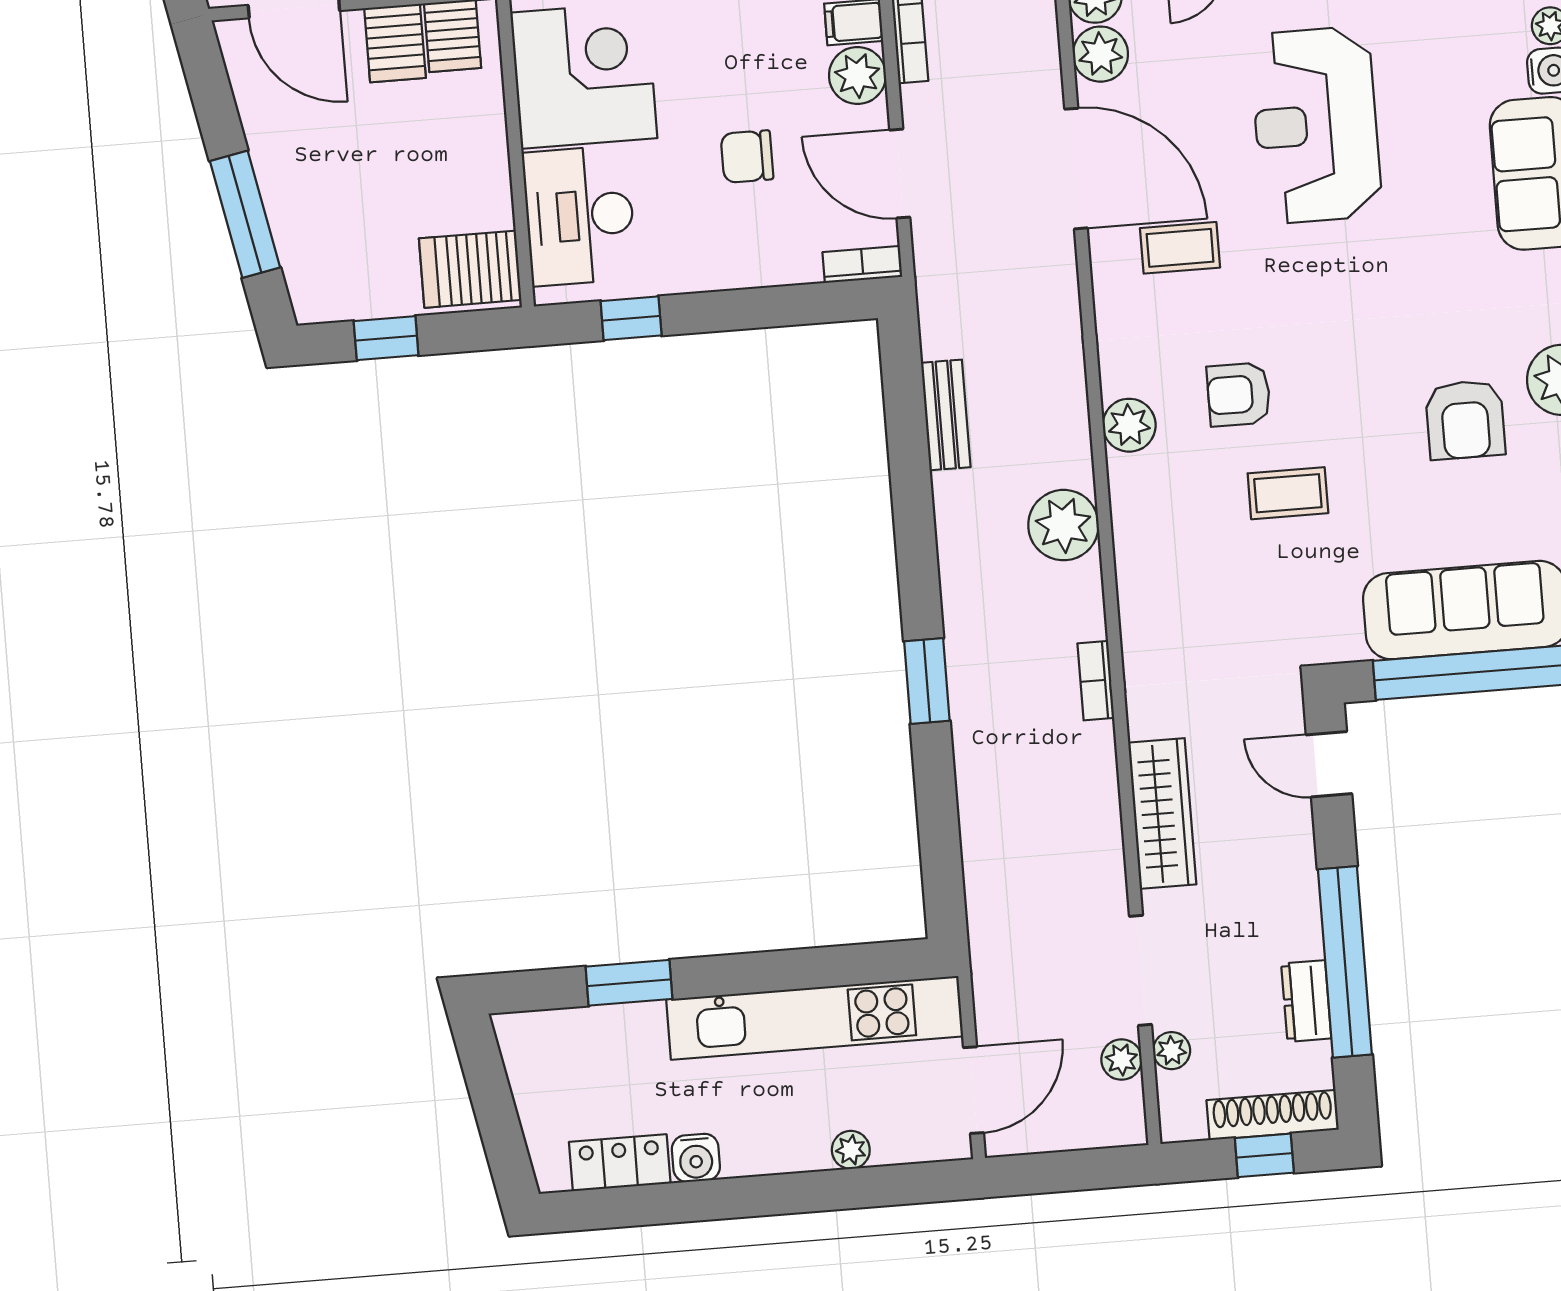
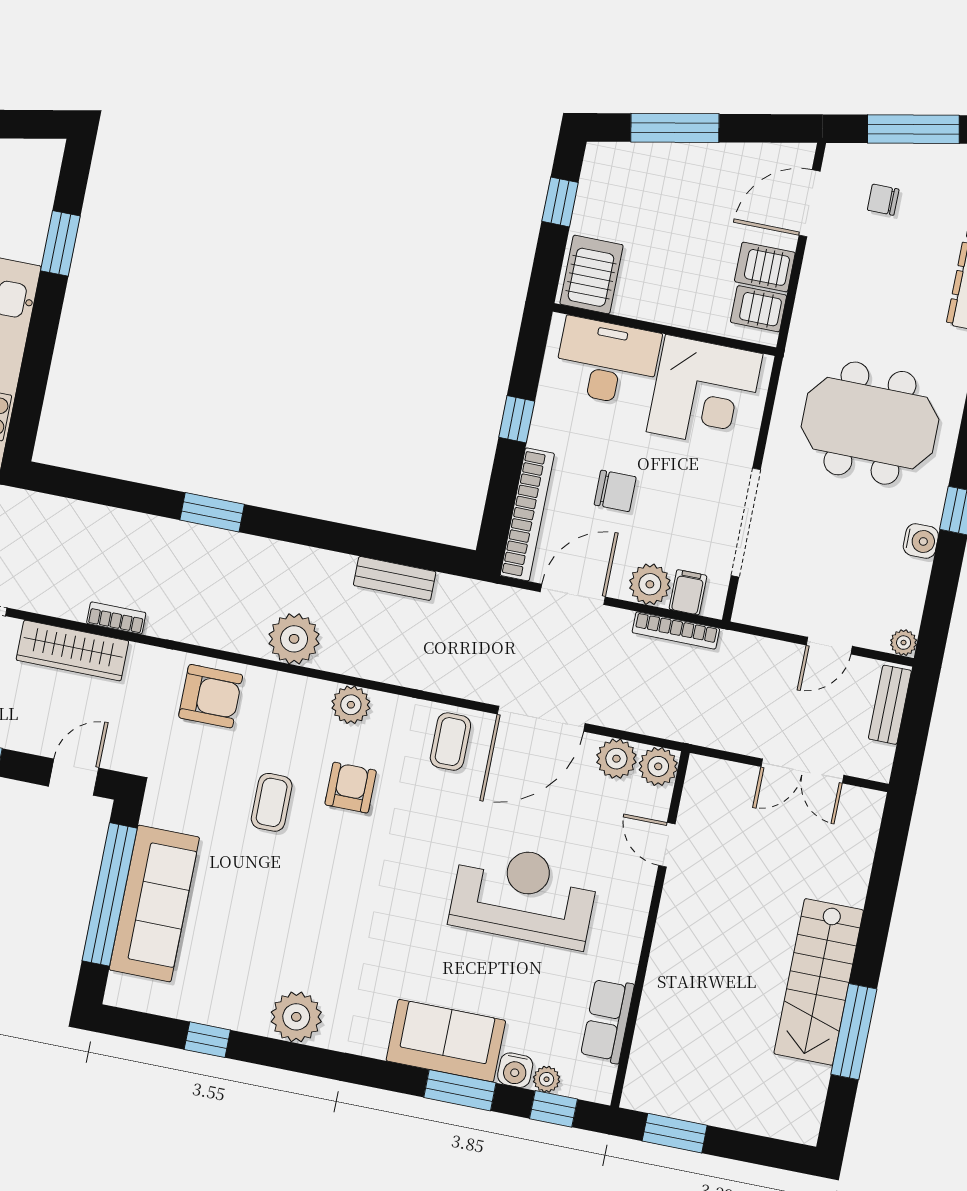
chair: (747, 157) -> (615, 491), turned 90
coffee table: (1180, 248) -> (450, 742), moved
bookcase: (862, 265) -> (527, 514), width x2.31, depth x1.31
window: (631, 318) -> (517, 419), moved
armchair: (1465, 420) -> (211, 696), moved, turned 180
bookcase: (1096, 681) -> (116, 618), moved

